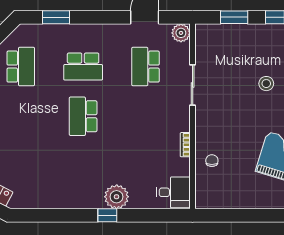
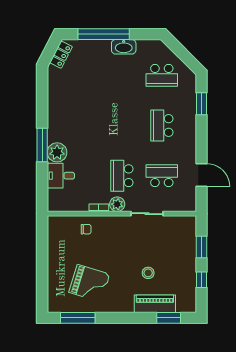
plant: (181, 33) -> (117, 204), moved
school desk: (83, 116) -> (122, 176), moved, turned -90
desk: (173, 192) -> (61, 176), moved, turned 90
window: (107, 215) -> (42, 145), width x2.17

